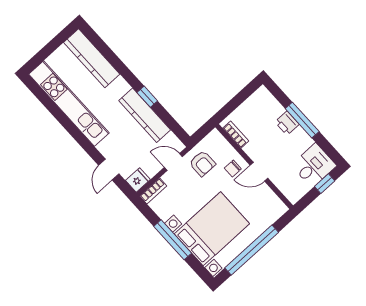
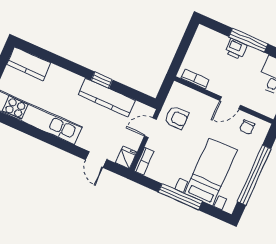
kitchen counter: (92, 58) -> (29, 64), width x0.67
chair: (233, 168) -> (247, 127), moved
bed with nightstands: (212, 229) -> (211, 172), width x0.73

